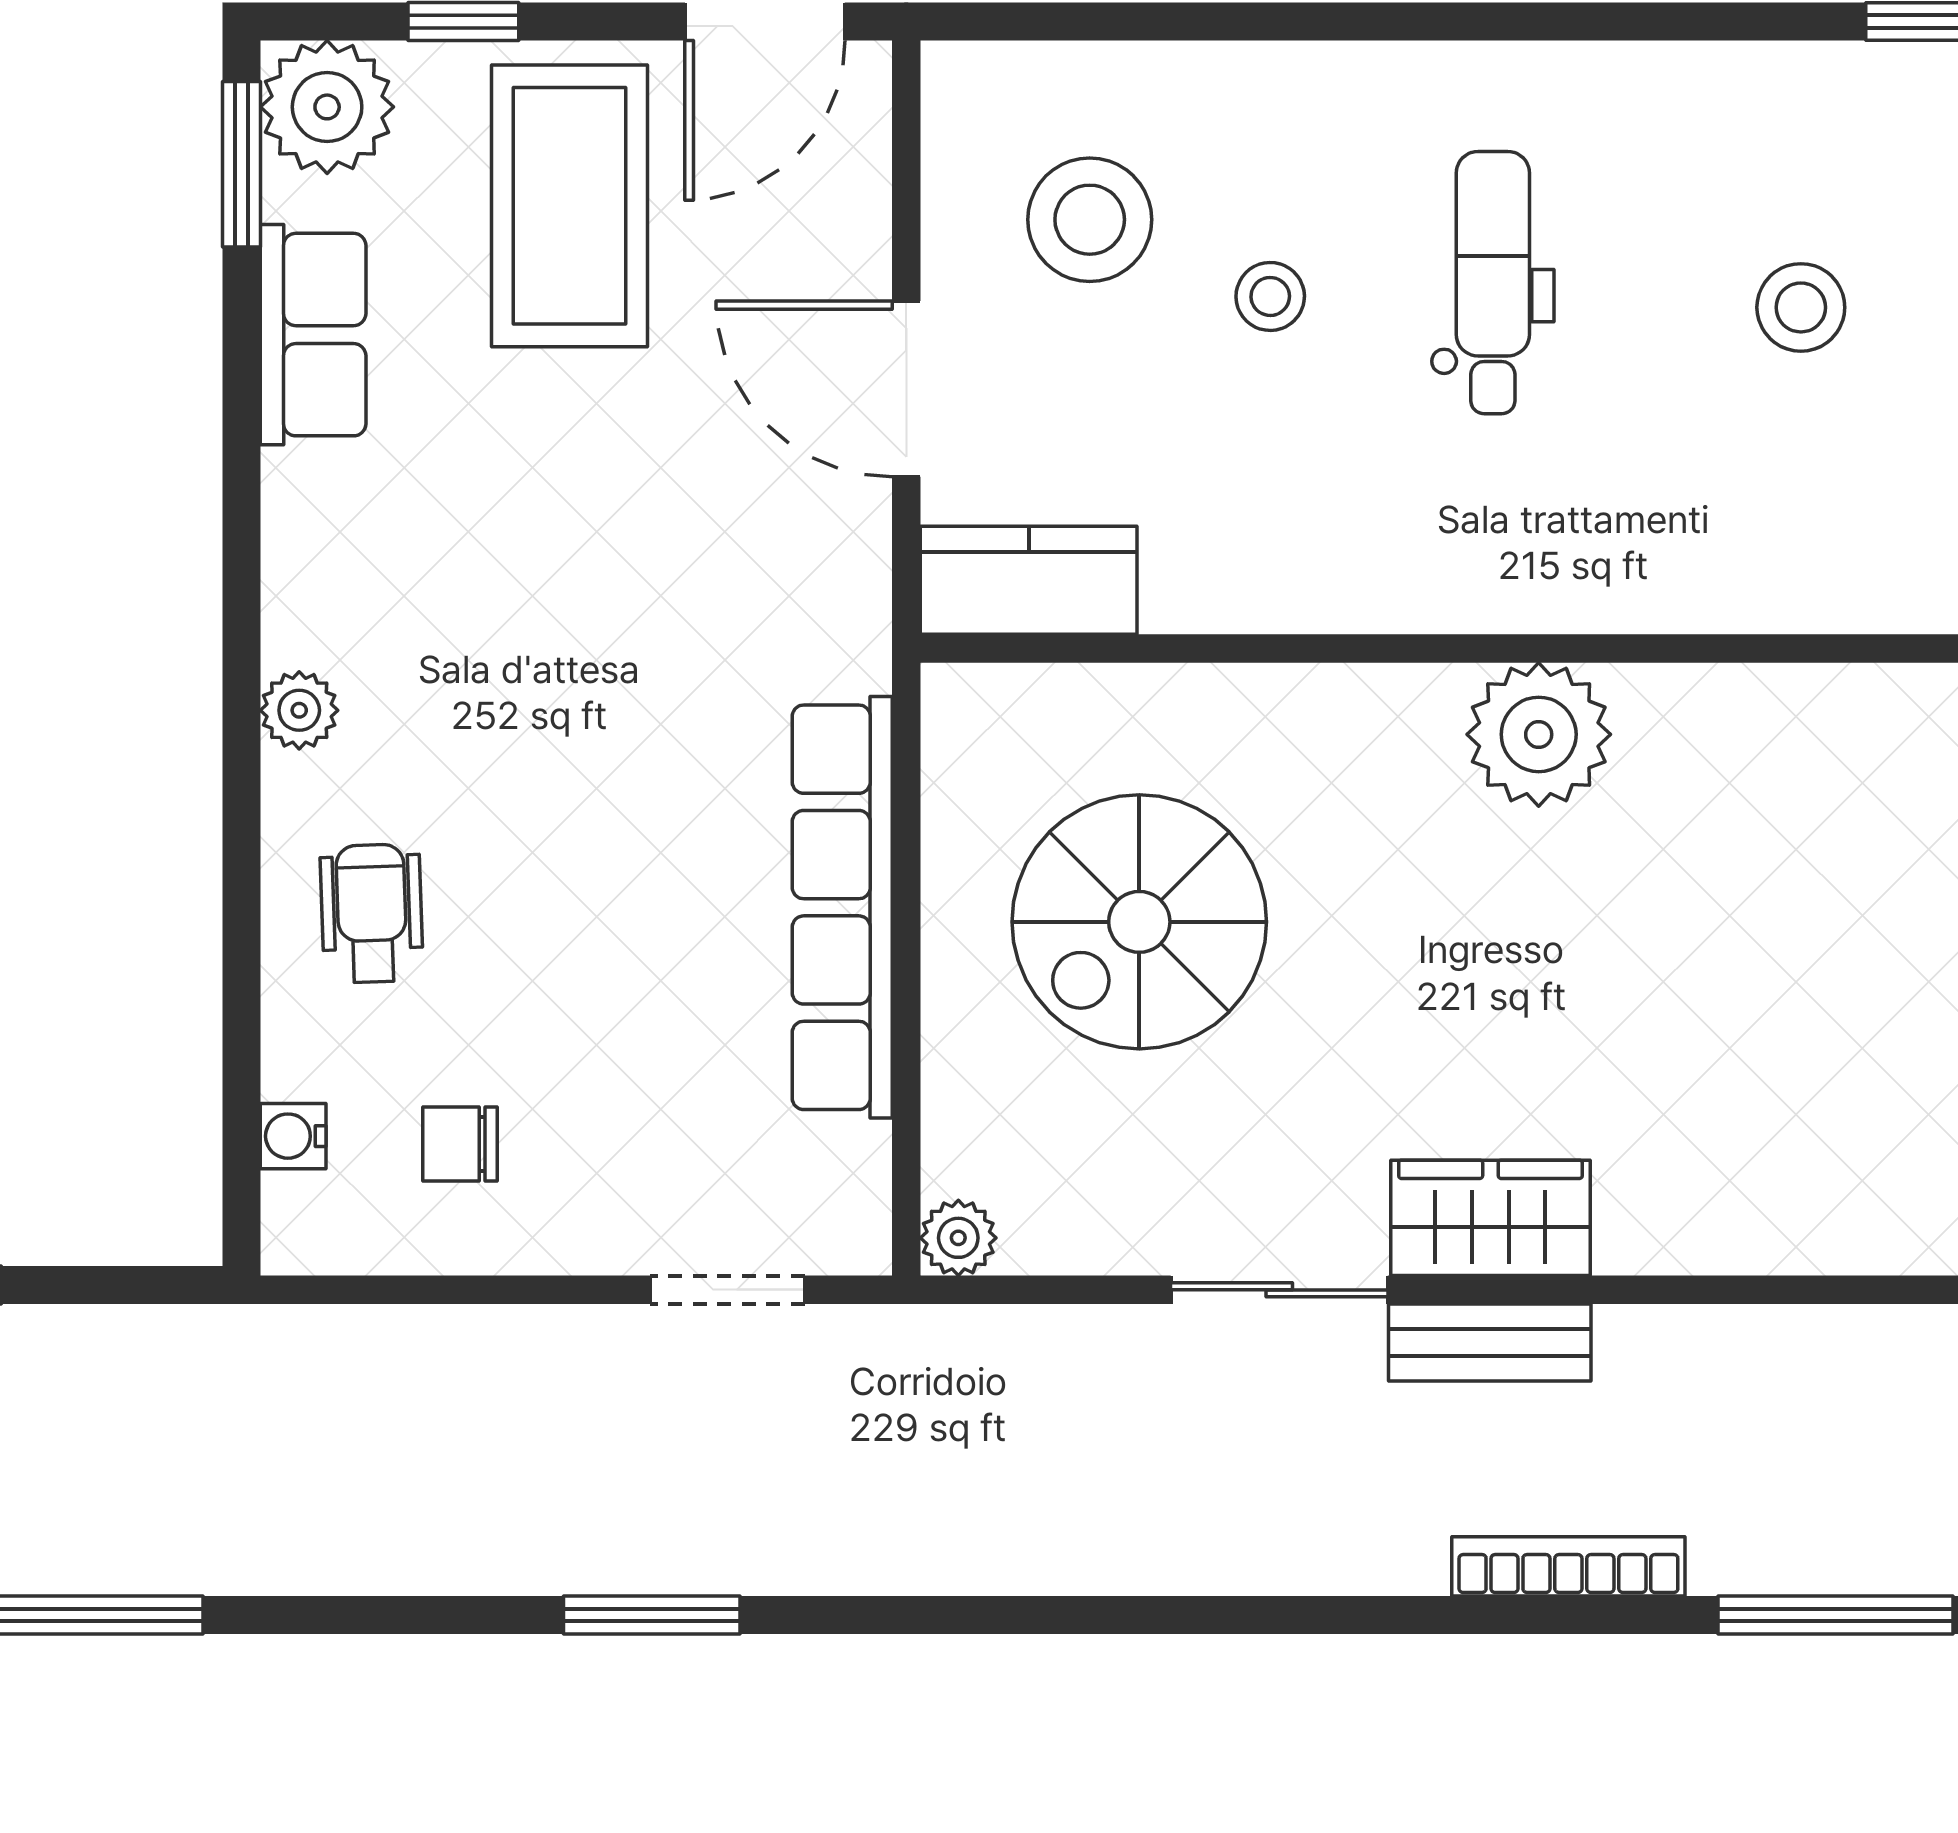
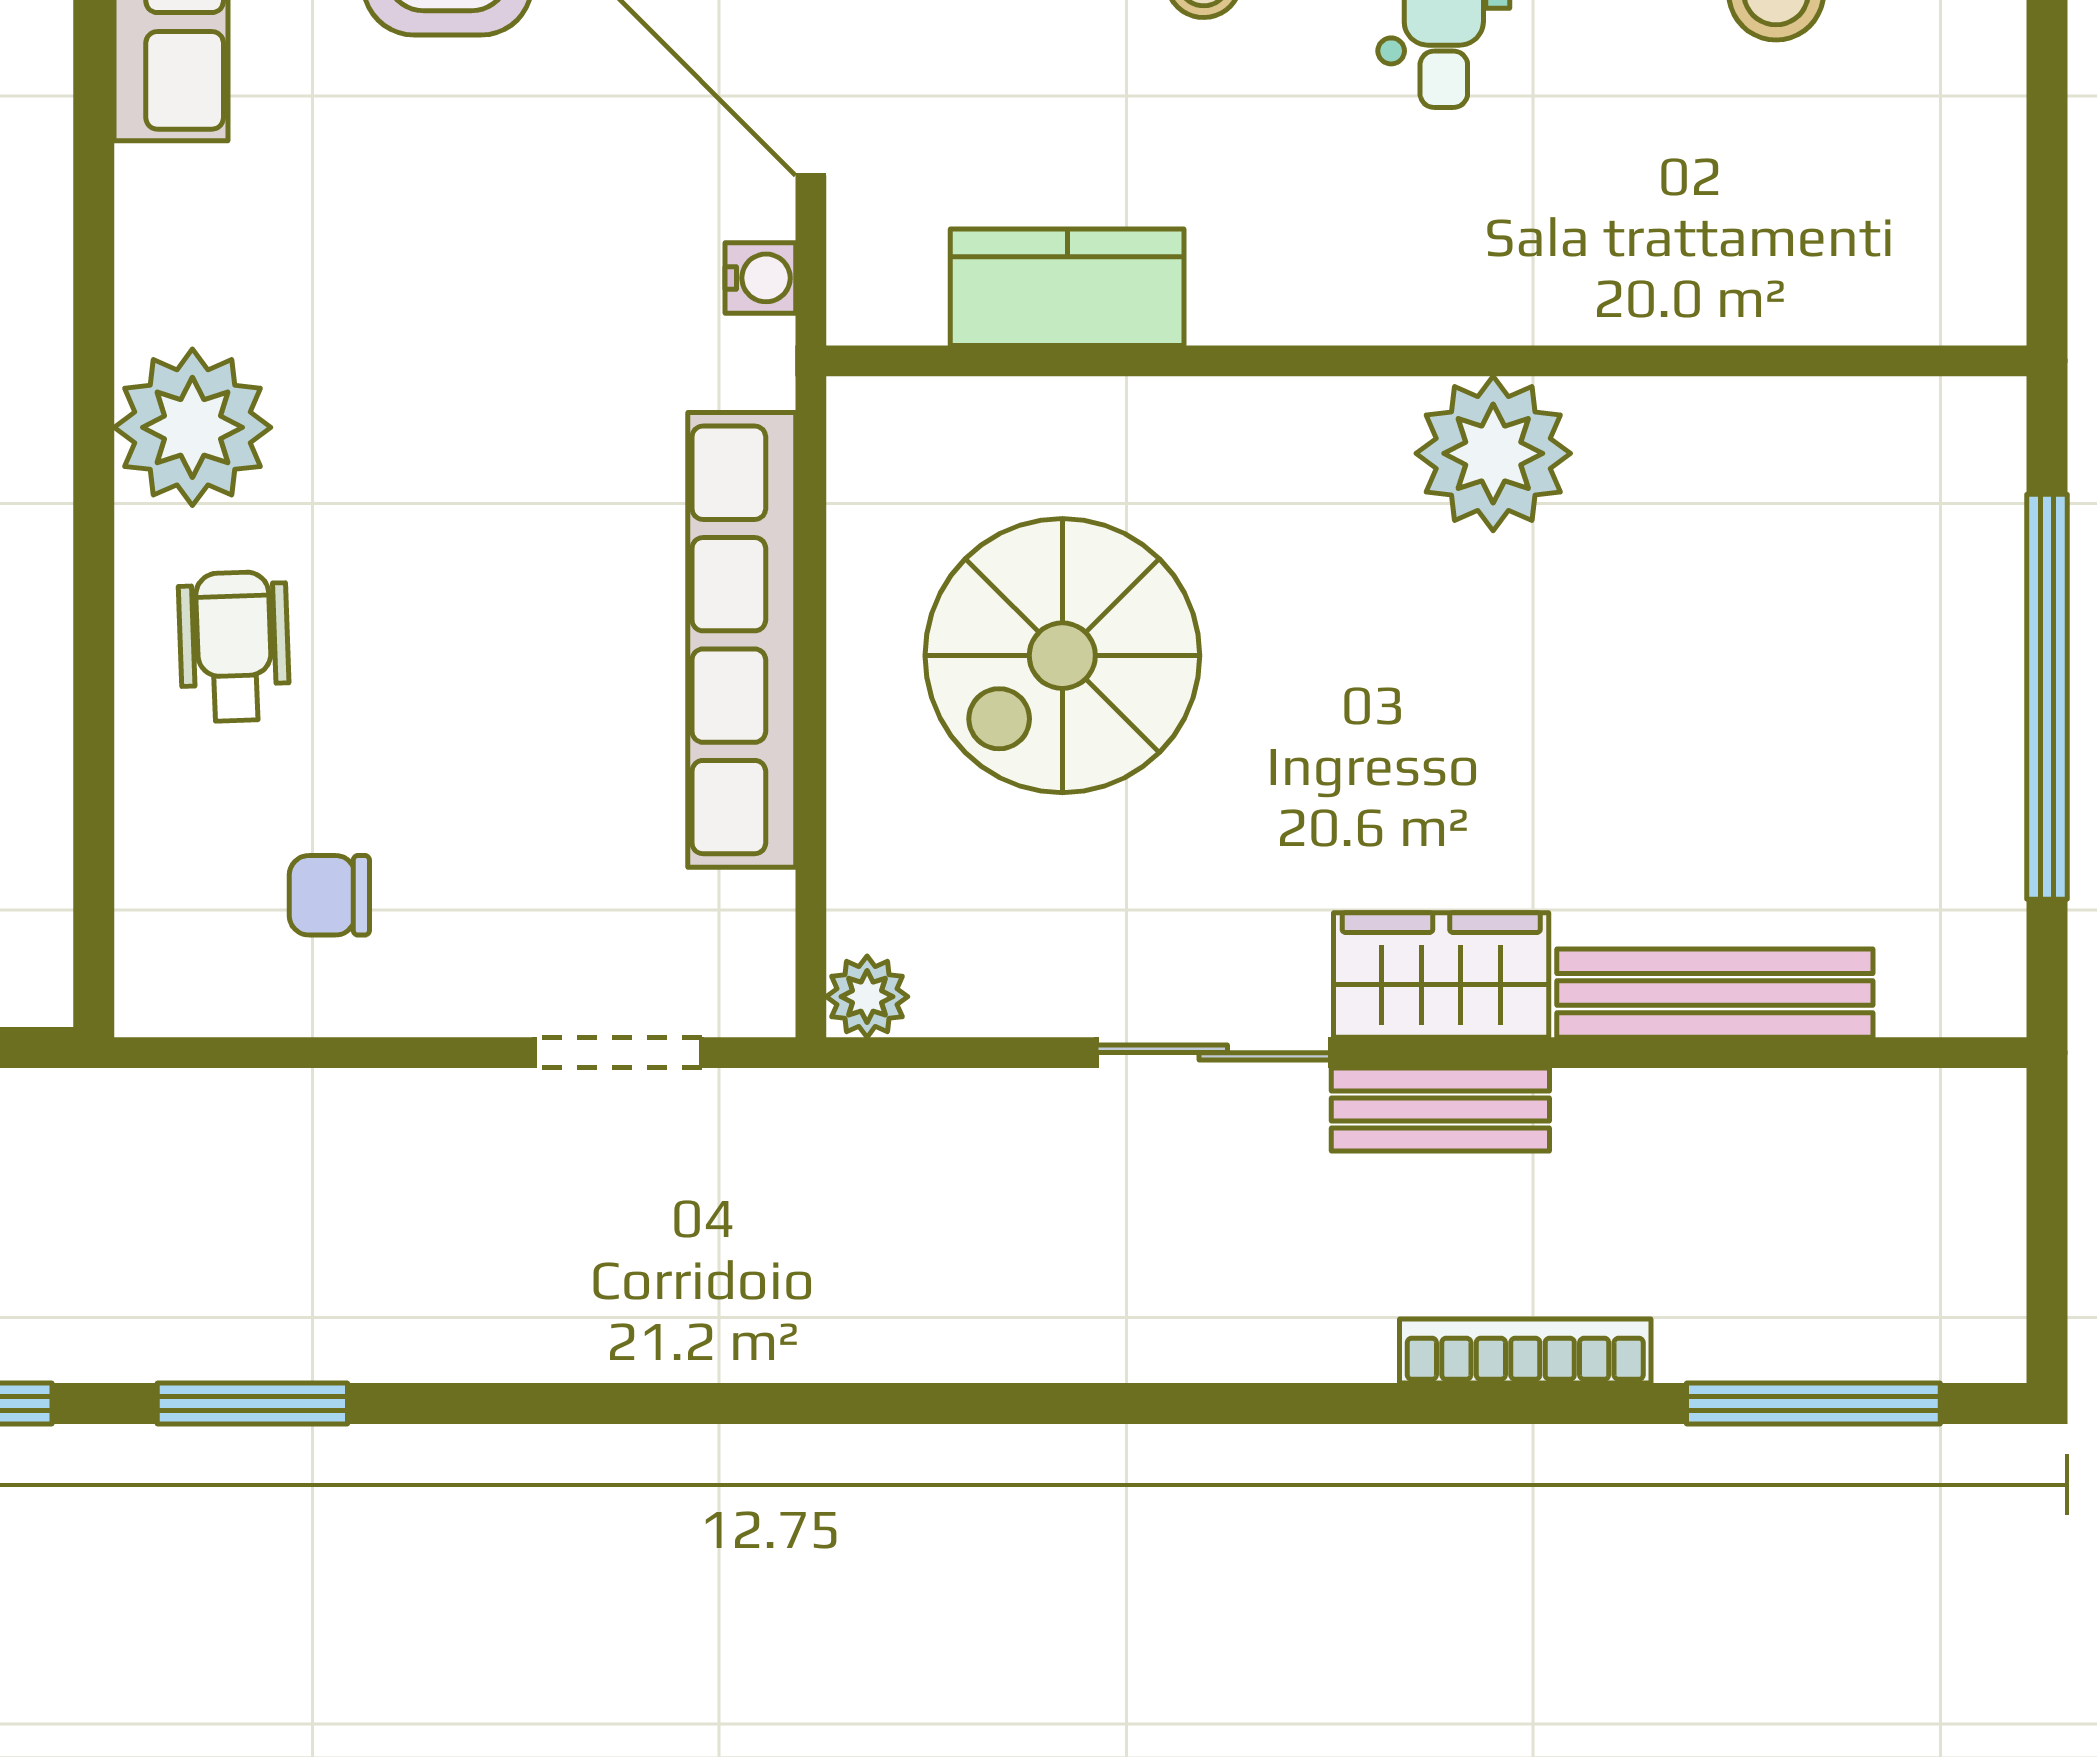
kitchen counter: (1029, 580) -> (1067, 287), moved
plant: (299, 710) -> (192, 427), width x1.88, depth x1.88
water cooler: (293, 1136) -> (760, 278), moved, turned 180
bench: (1744, 1235) -> (1715, 993), added
window: (652, 1615) -> (252, 1404), moved

